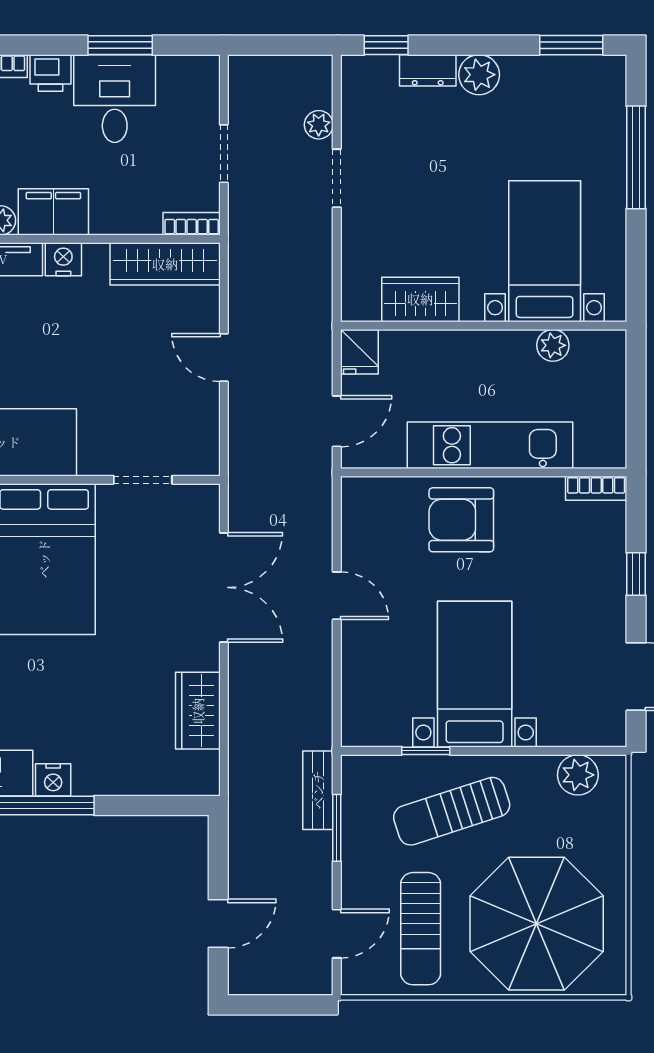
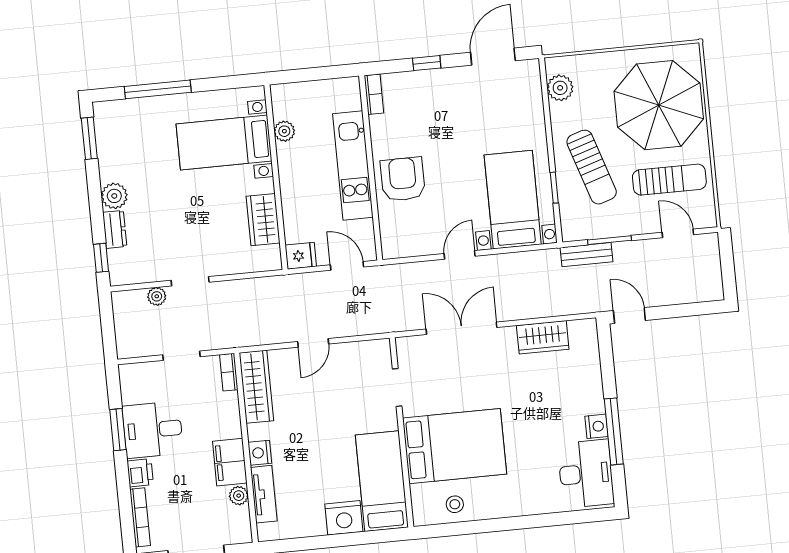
armchair: (461, 520) -> (403, 179), turned 180
bed with nightstands: (475, 674) -> (513, 200), moved, turned 90
door: (218, 924) -> (629, 315), moved

